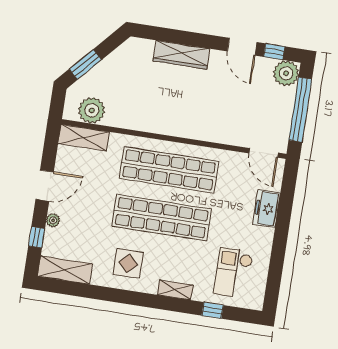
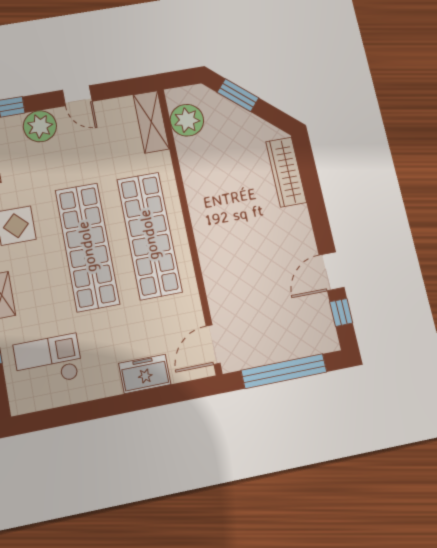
wardrobe: (181, 55) -> (286, 172), moved
plant: (286, 73) -> (321, 337), removed
door: (45, 186) -> (77, 96), width x0.73
plant: (53, 220) -> (40, 126), width x1.88, depth x1.88

